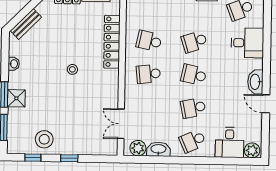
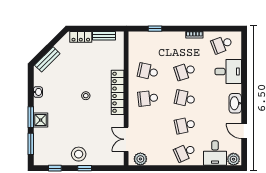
locker: (112, 42) -> (118, 92), moved
door: (266, 104) -> (244, 131), moved
stool: (44, 139) -> (79, 154), moved
washbasin: (158, 149) -> (157, 160), removed

